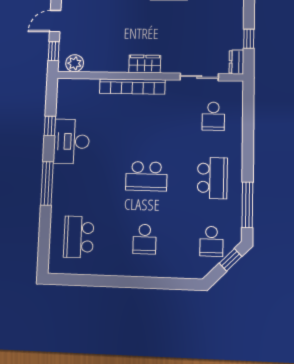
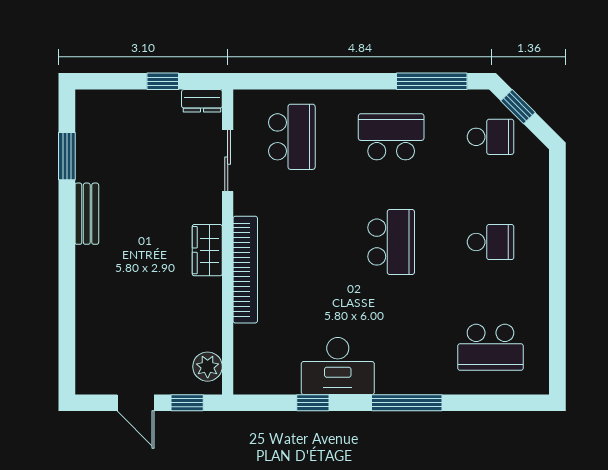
school desk: (213, 116) -> (292, 137), width x1.85

